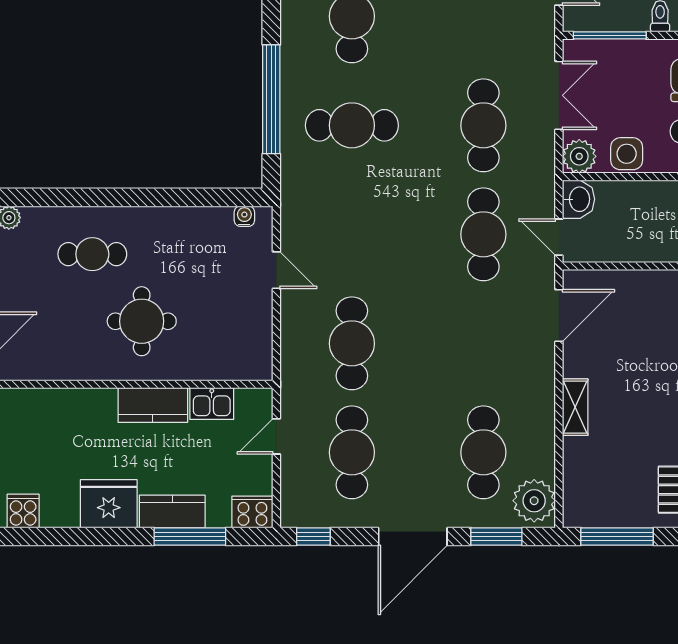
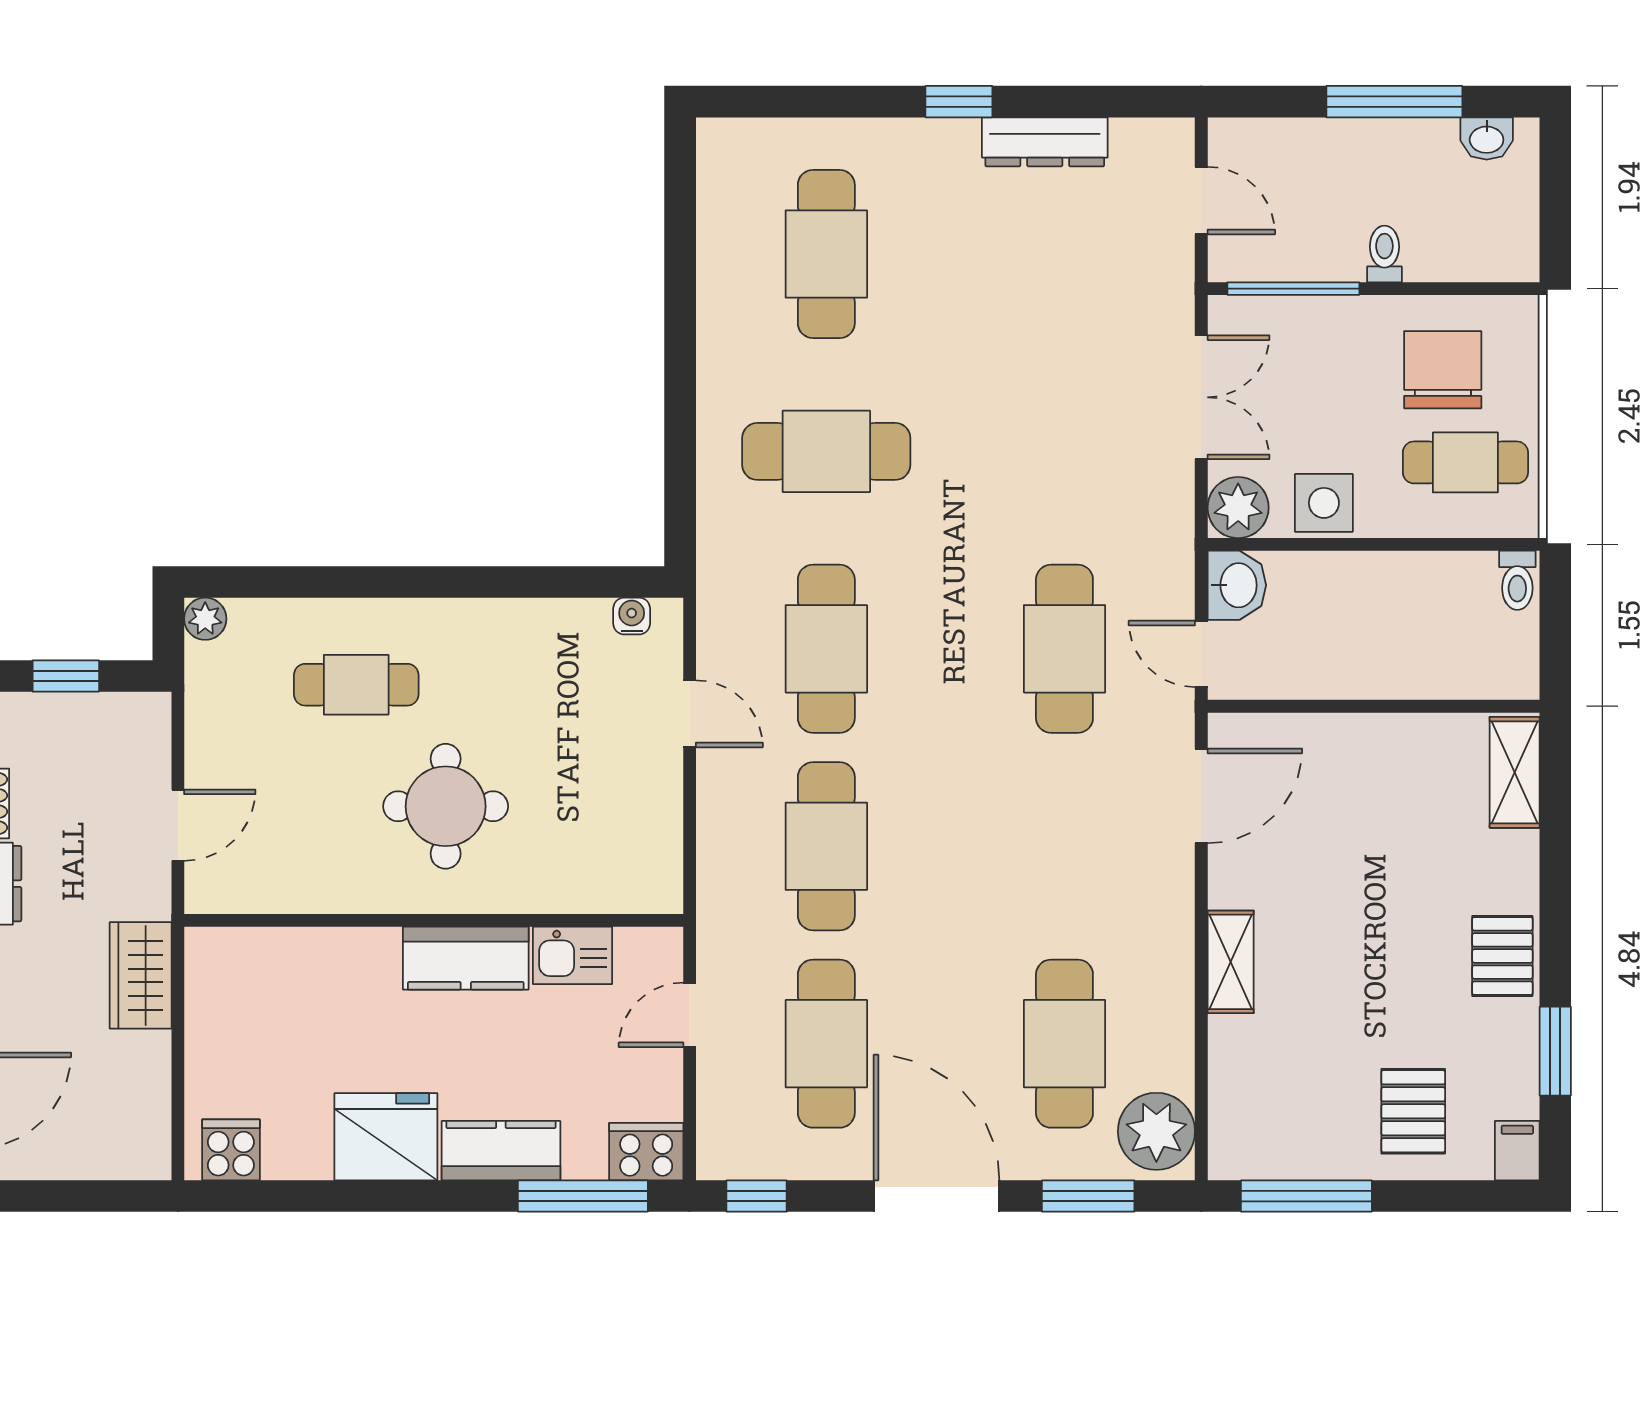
window: (271, 99) -> (680, 404), removed
cafe table: (483, 125) -> (826, 649), moved
window: (190, 536) -> (583, 1196), moved
door: (413, 536) -> (937, 1196), swing flipped

